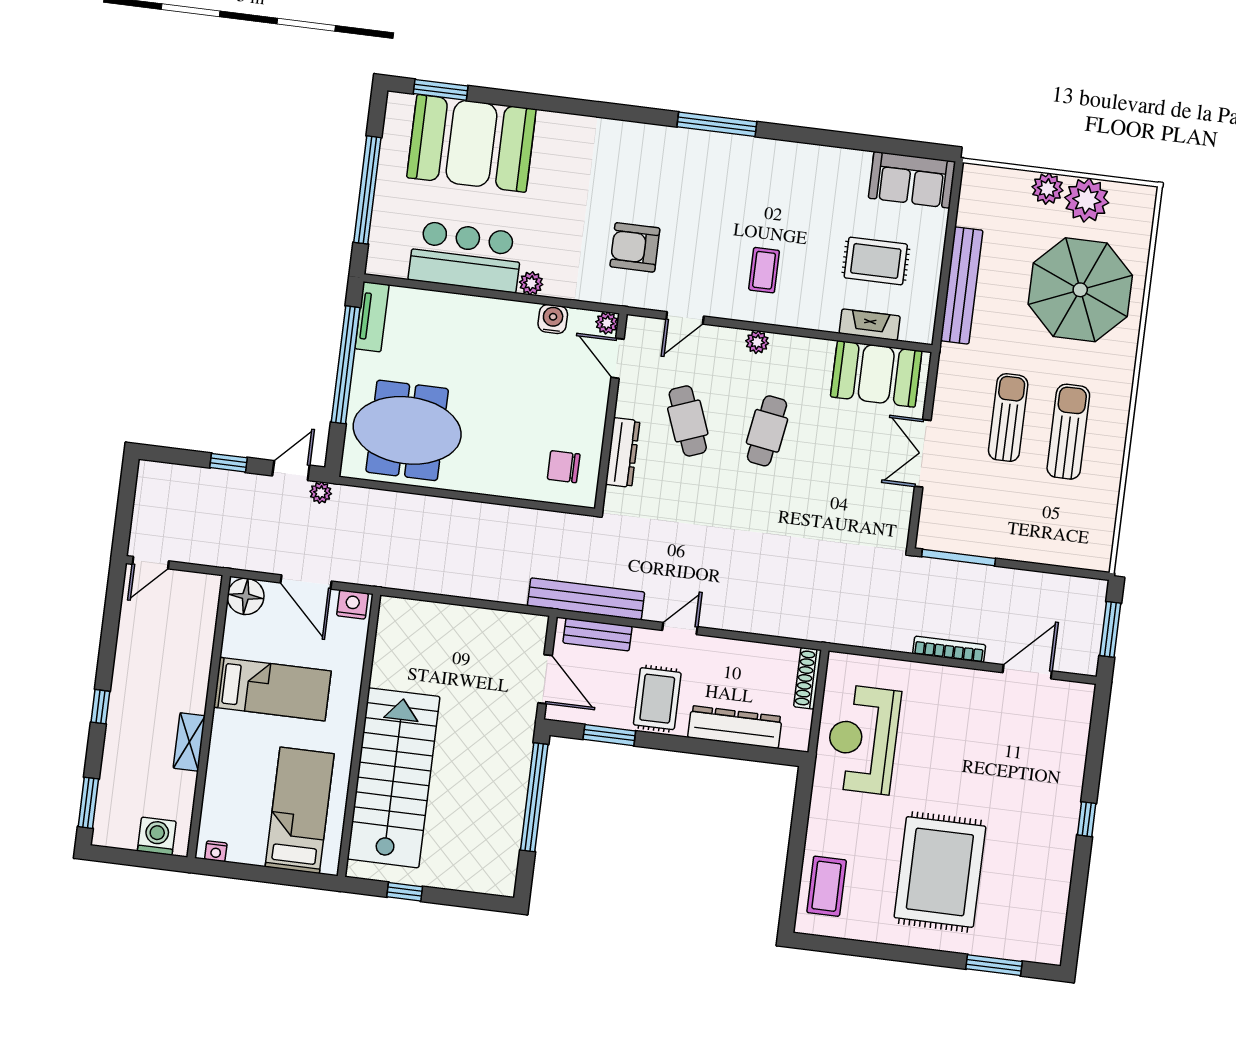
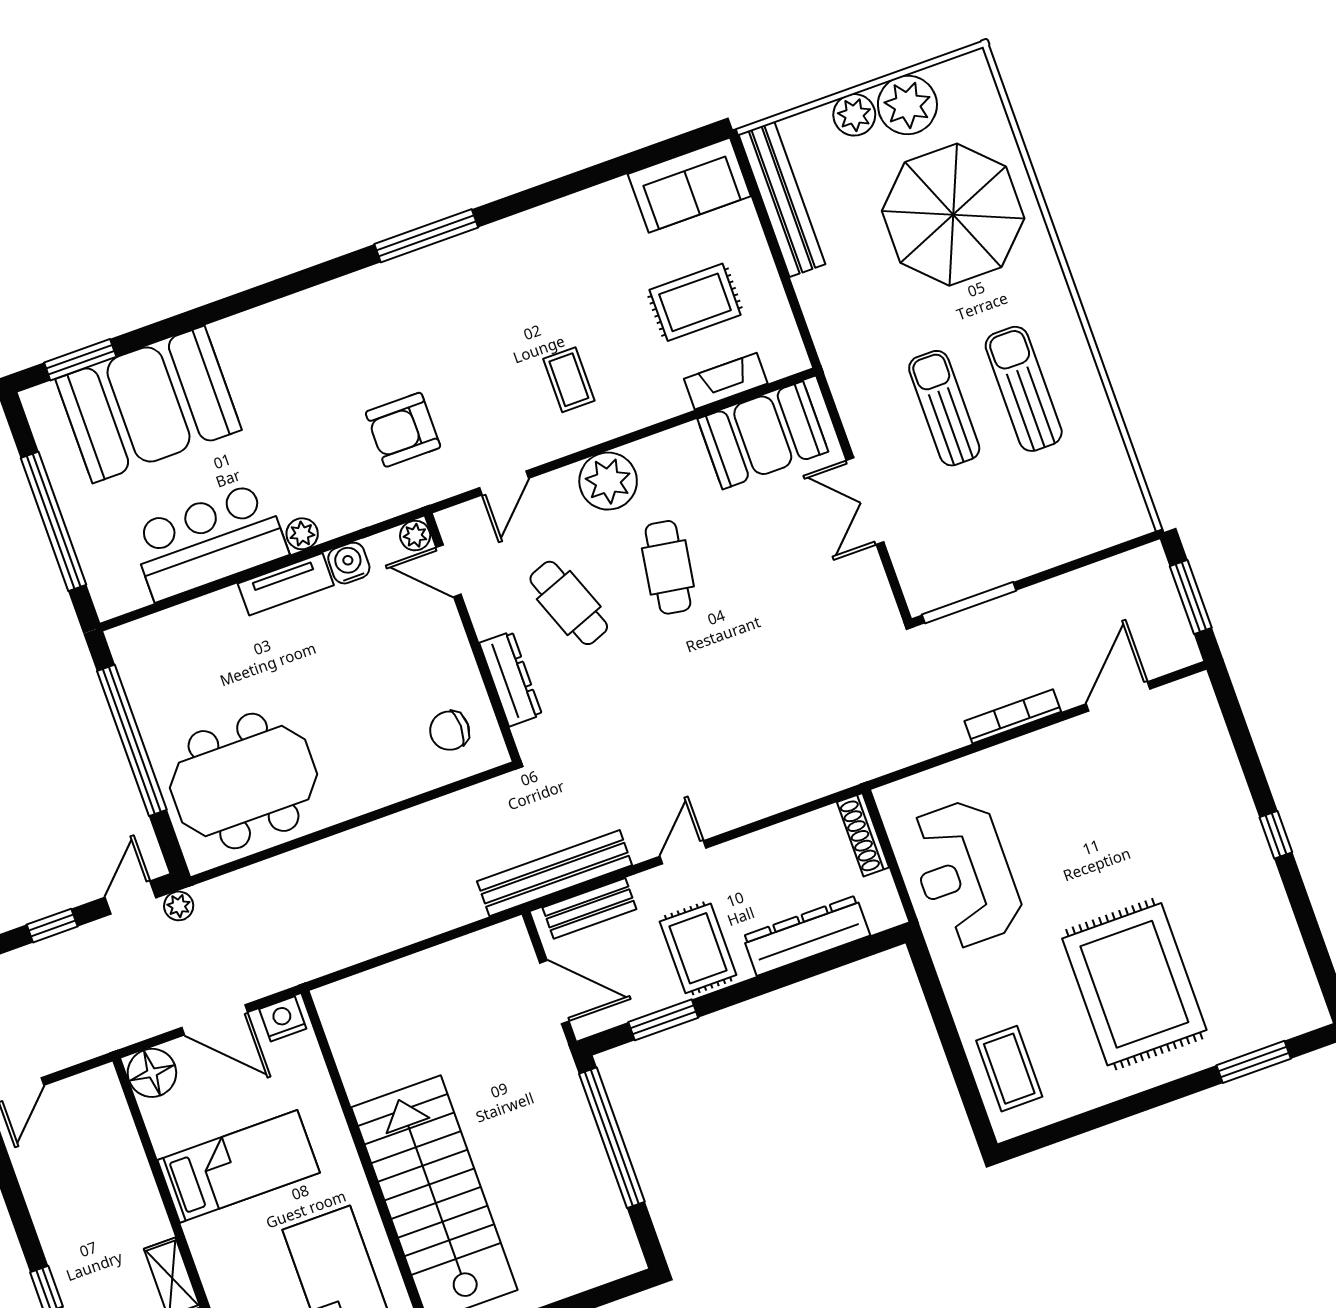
bench: (962, 285) -> (782, 199), moved
tv unit: (372, 317) -> (286, 584), moved, turned 90
plant: (757, 342) -> (608, 481), width x1.87, depth x1.87

